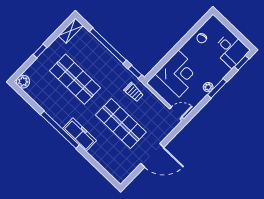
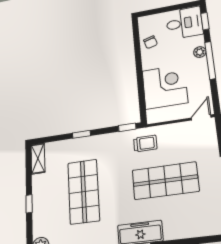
window: (108, 46) -> (81, 134), width x0.32
shop shelf: (75, 79) -> (84, 191), turned 90
plant: (208, 87) -> (200, 52), moved
window: (217, 88) -> (210, 60), width x1.44

